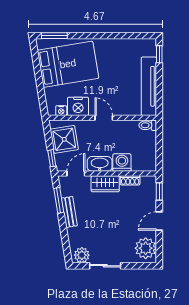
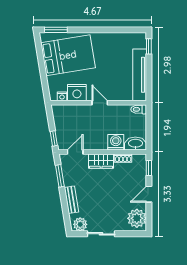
shower: (64, 139) -> (65, 122), removed
washbasin: (100, 164) -> (135, 144), moved
bench: (69, 212) -> (71, 200), moved

